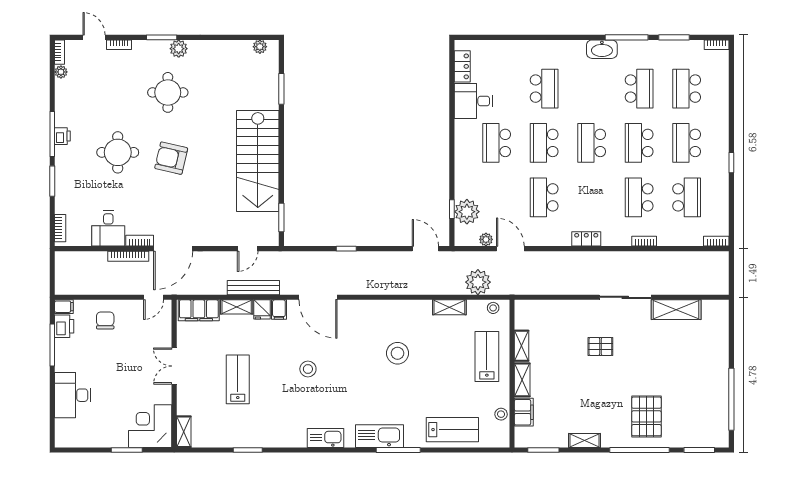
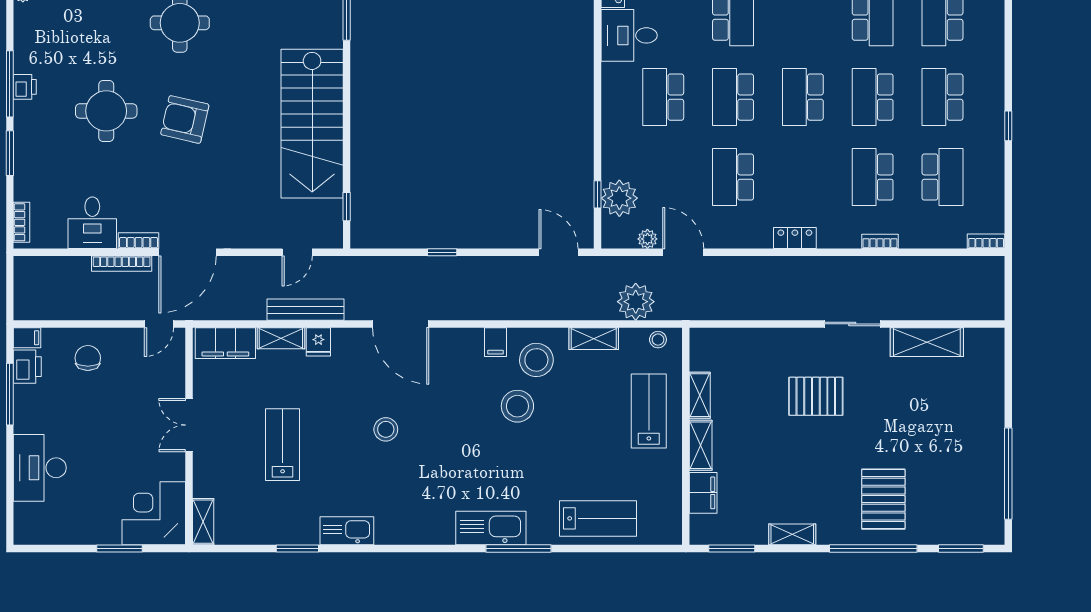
window: (281, 217) -> (347, 207), width x0.67
sliding door: (625, 297) -> (852, 324), width x0.73
filing cabinet: (279, 310) -> (495, 342), moved
pallet: (600, 346) -> (816, 396), width x1.50, depth x1.42
stool: (501, 414) -> (536, 360), moved, width x1.89, depth x1.89
kitchen sink: (326, 438) -> (347, 531), moved

